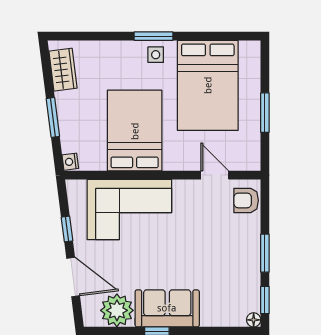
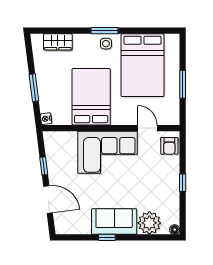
wardrobe: (63, 70) -> (58, 42), moved, turned 97
armchair: (246, 200) -> (169, 146), turned -90
corner sofa: (129, 210) -> (107, 152), moved
window: (265, 253) -> (183, 183), width x0.67
window: (265, 300) -> (183, 216), removed
plant: (117, 310) -> (149, 223), moved

